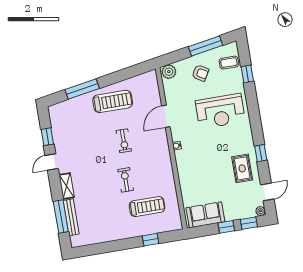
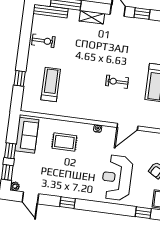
door: (166, 116) -> (127, 127), swing flipped
rug: (242, 168) -> (64, 142), moved
exercise bike: (126, 180) -> (43, 41), moved
treadmill: (147, 207) -> (51, 84), turned 180
bench: (71, 217) -> (51, 11), moved

